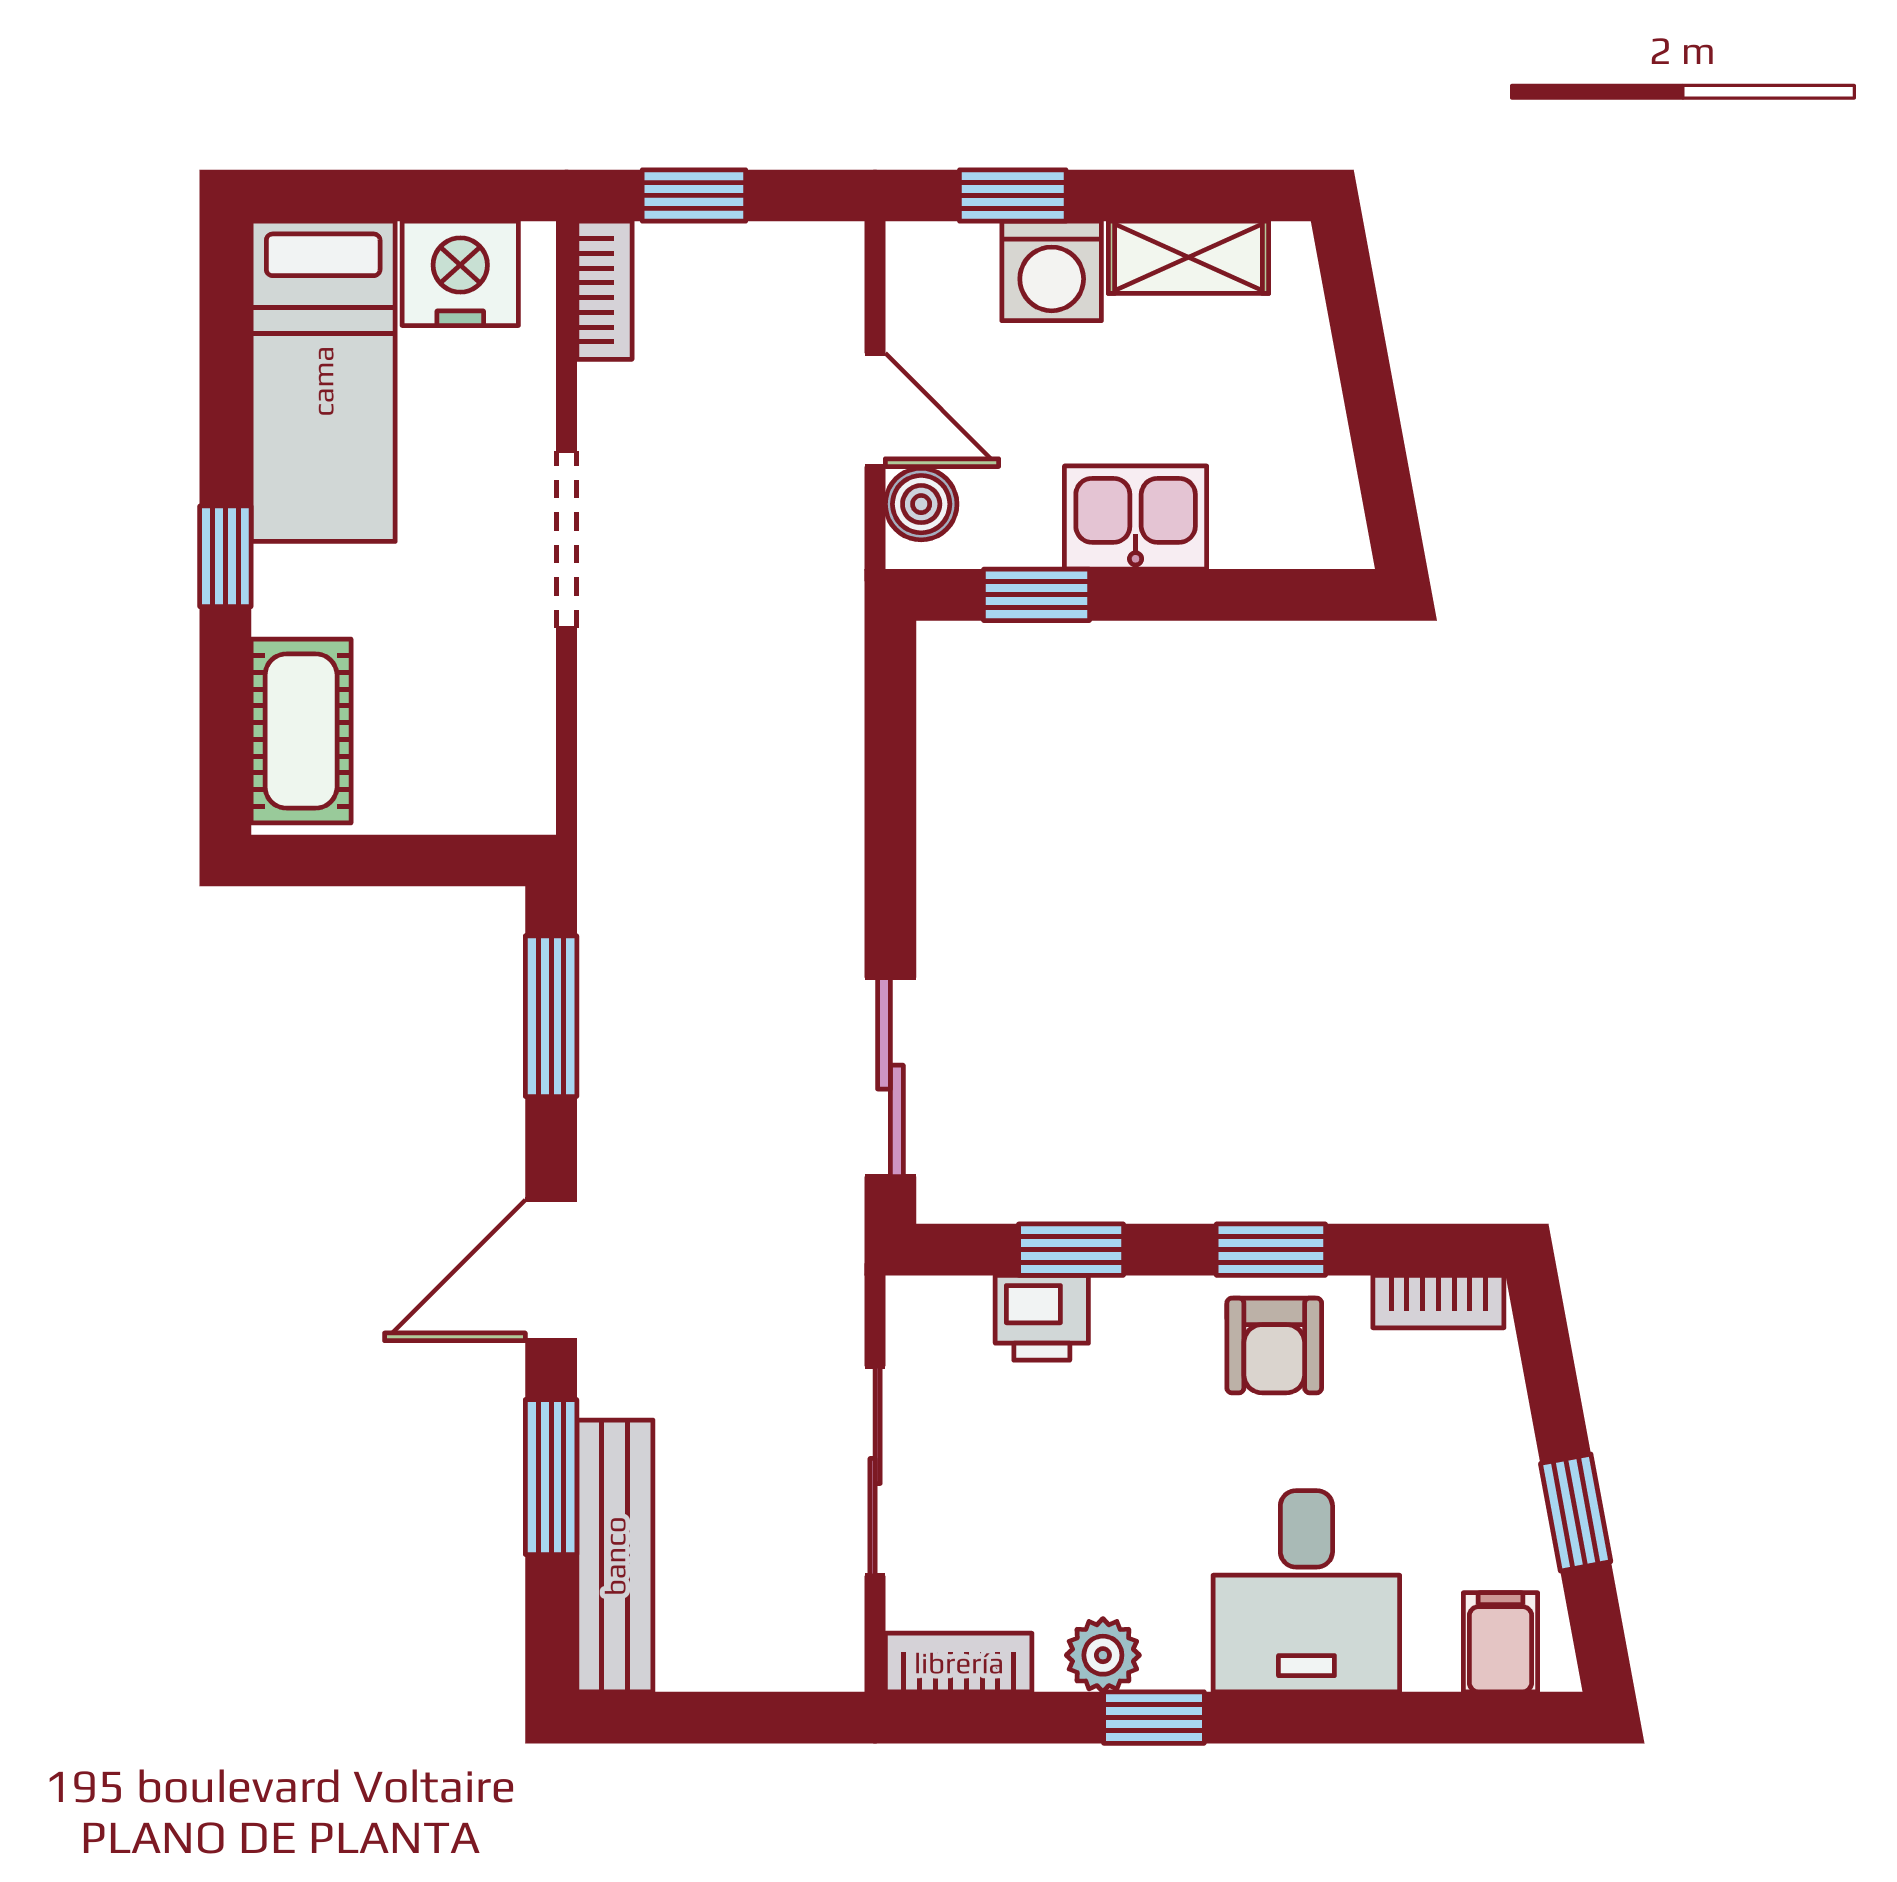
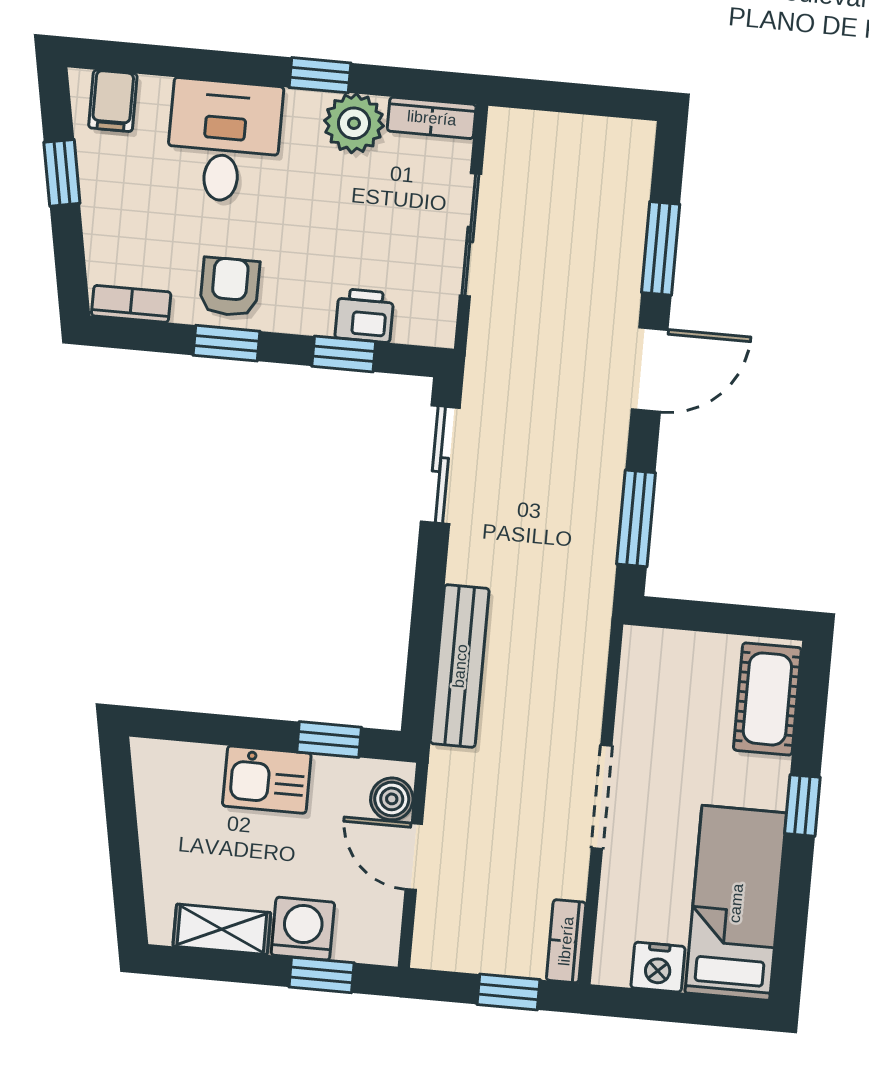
nightstand: (460, 273) -> (658, 967), width x0.74, depth x0.75
bench: (615, 1556) -> (460, 666), moved
plant: (1103, 1655) -> (354, 123), width x1.38, depth x1.38

